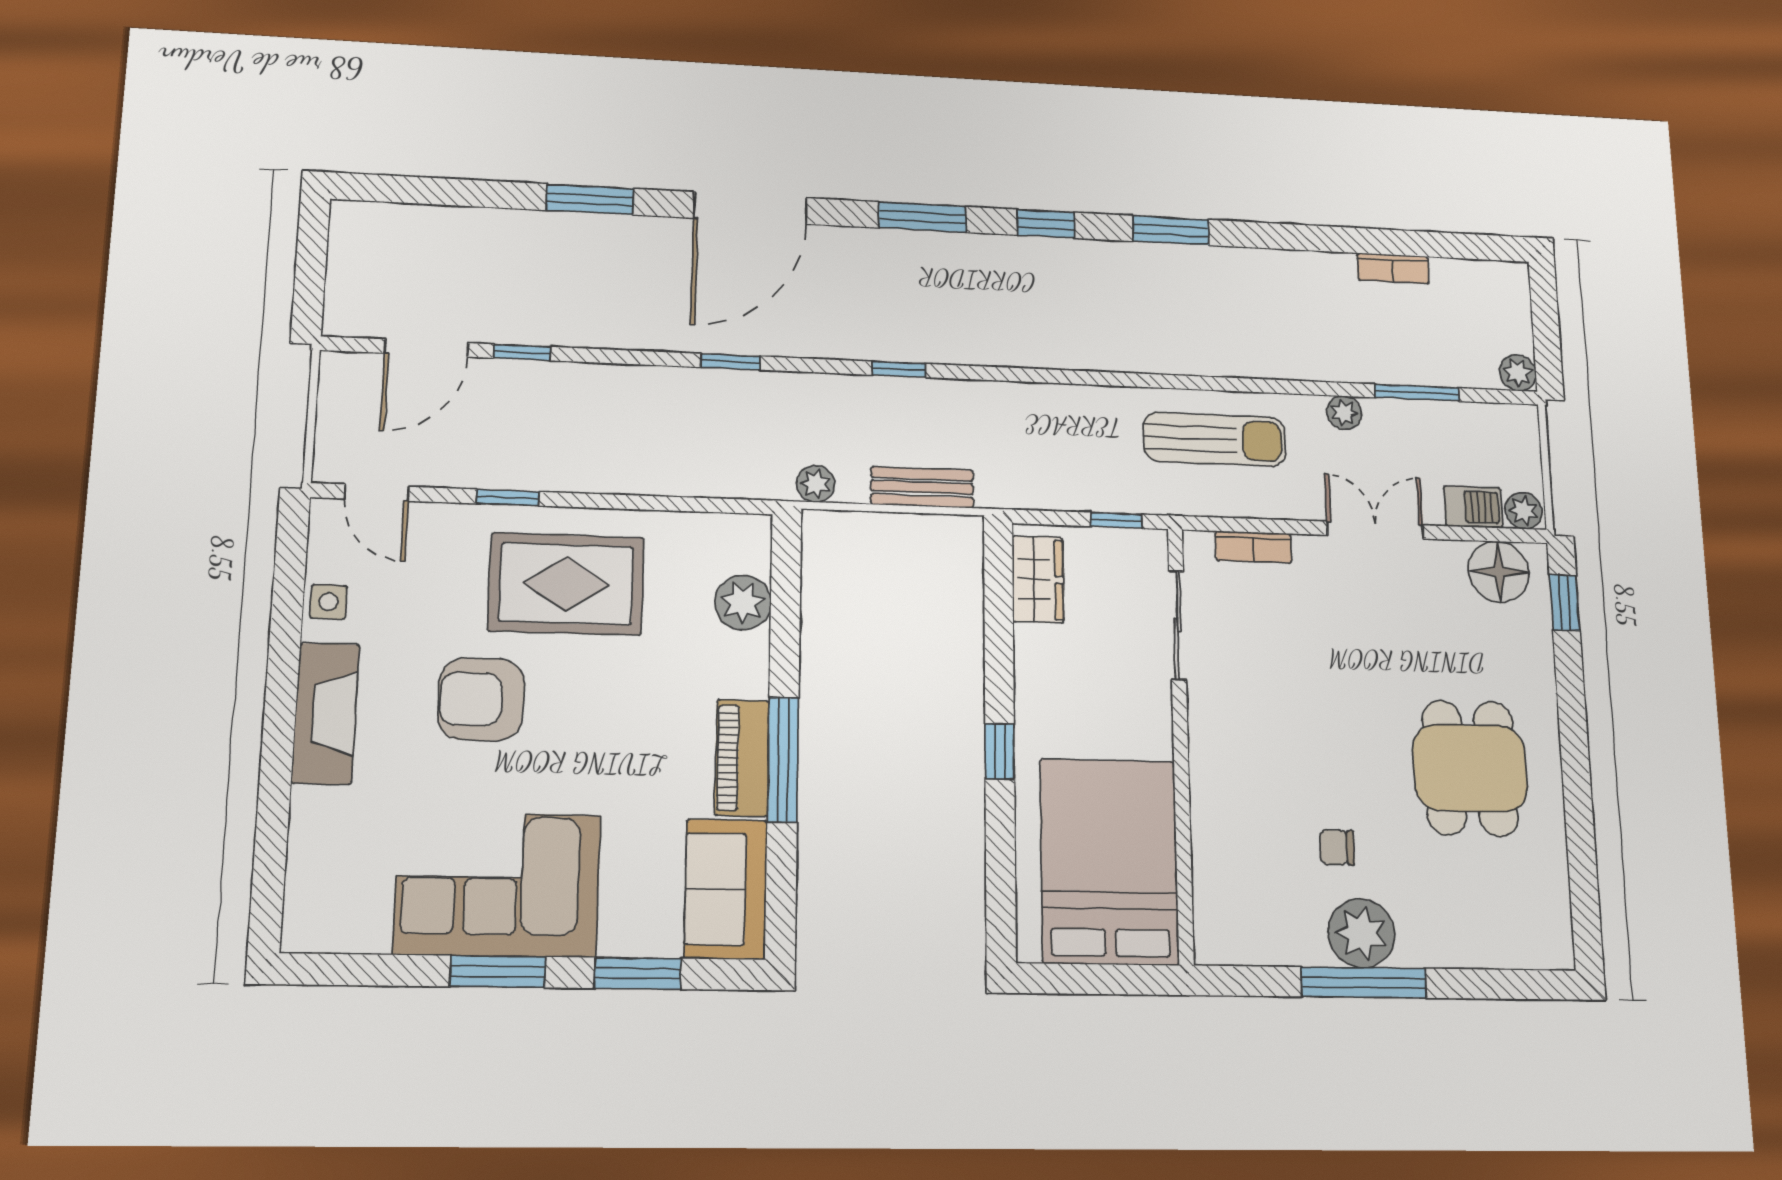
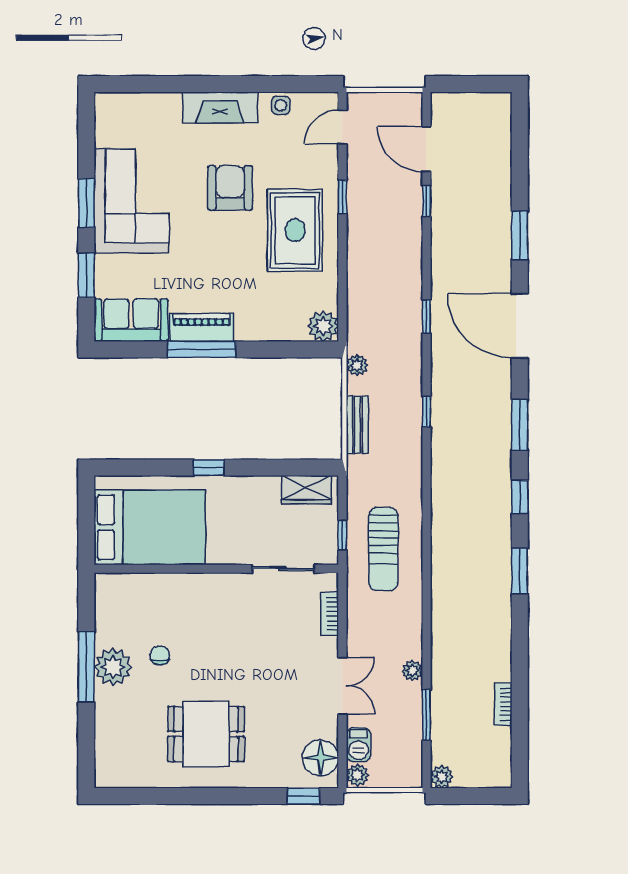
sun lounger: (1215, 439) -> (383, 549), moved
plant: (743, 602) -> (323, 326), moved

